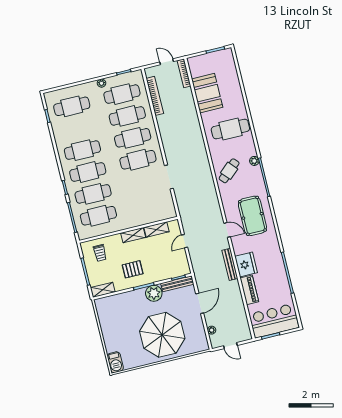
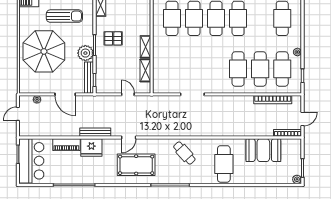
cafe table: (138, 160) -> (216, 69), removed
plant: (254, 161) -> (297, 179), moved
trolley: (100, 253) -> (136, 11), removed
pallet: (133, 269) -> (113, 38), turned 90
sun lounger: (122, 323) -> (64, 16), added

